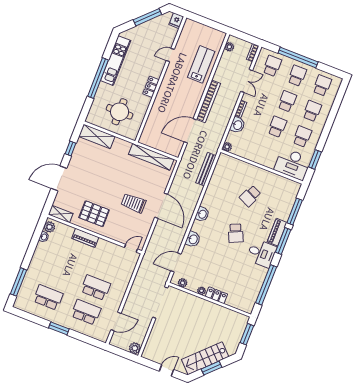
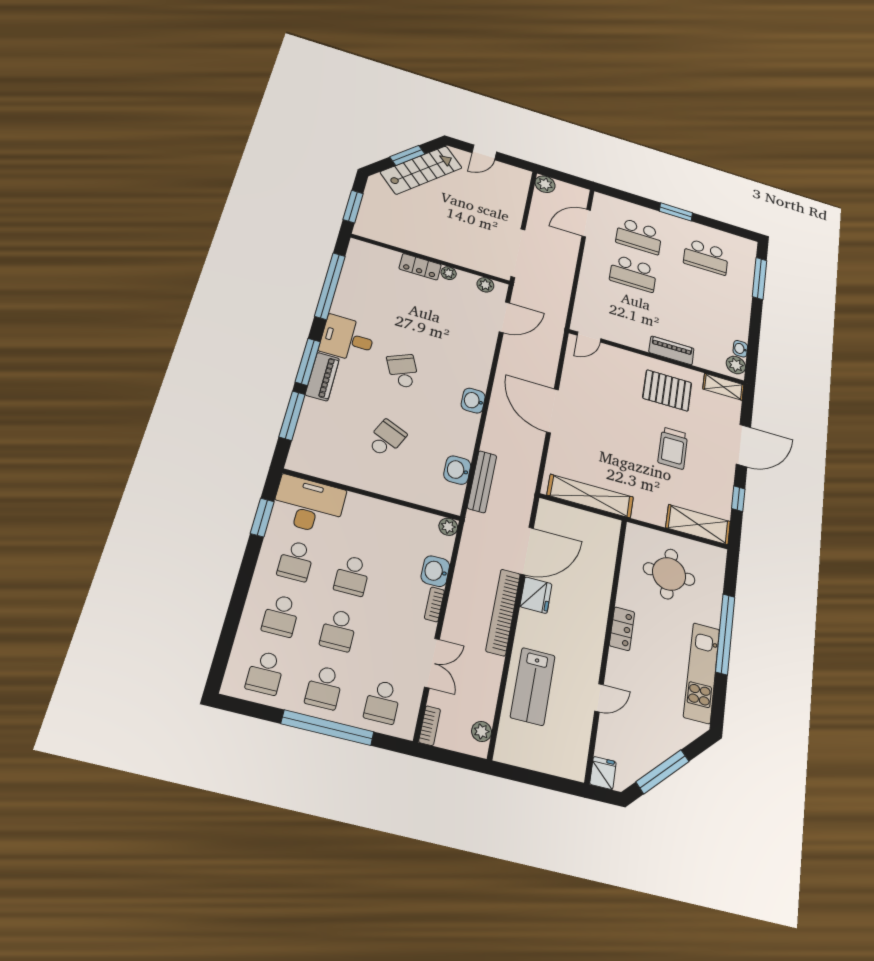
double door: (247, 81) -> (432, 663), swing flipped
fridge: (190, 108) -> (536, 595), added
trolley: (133, 203) -> (673, 448), moved, turned 90
washbasin: (193, 239) -> (457, 470), moved

